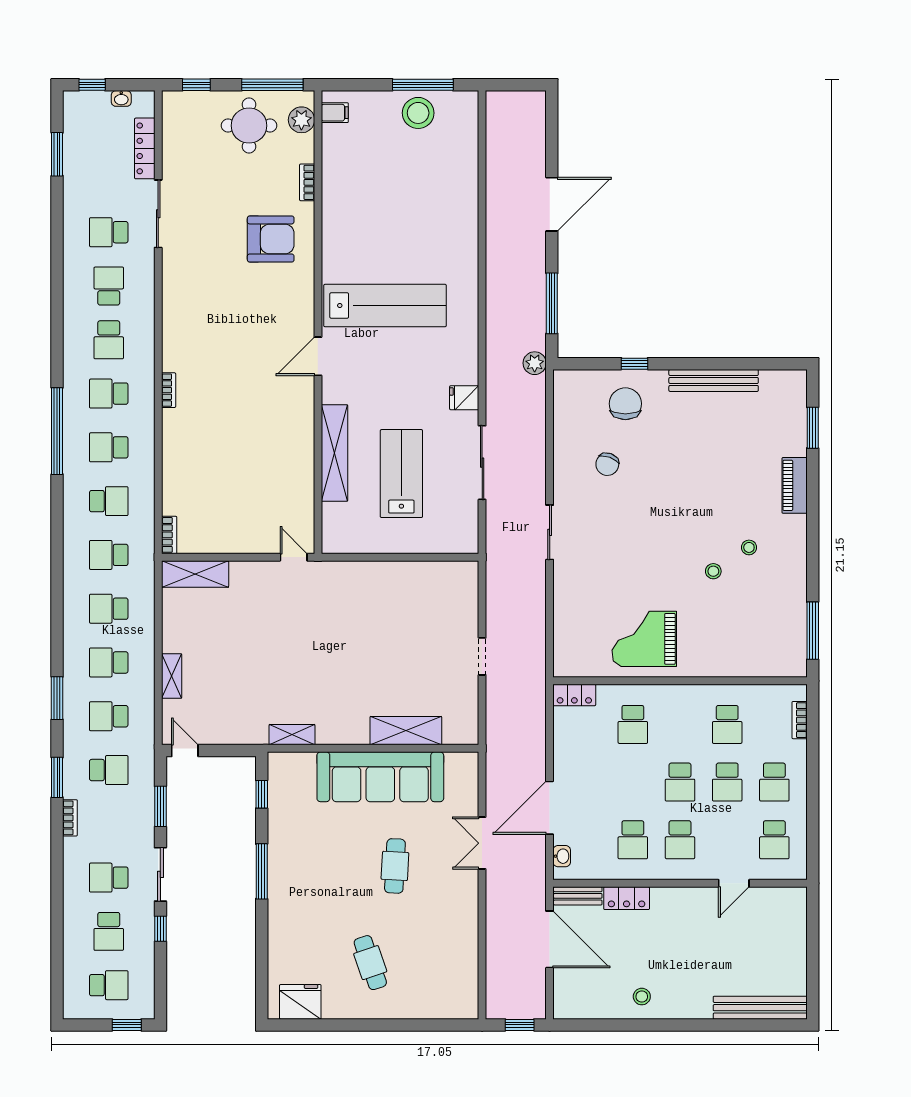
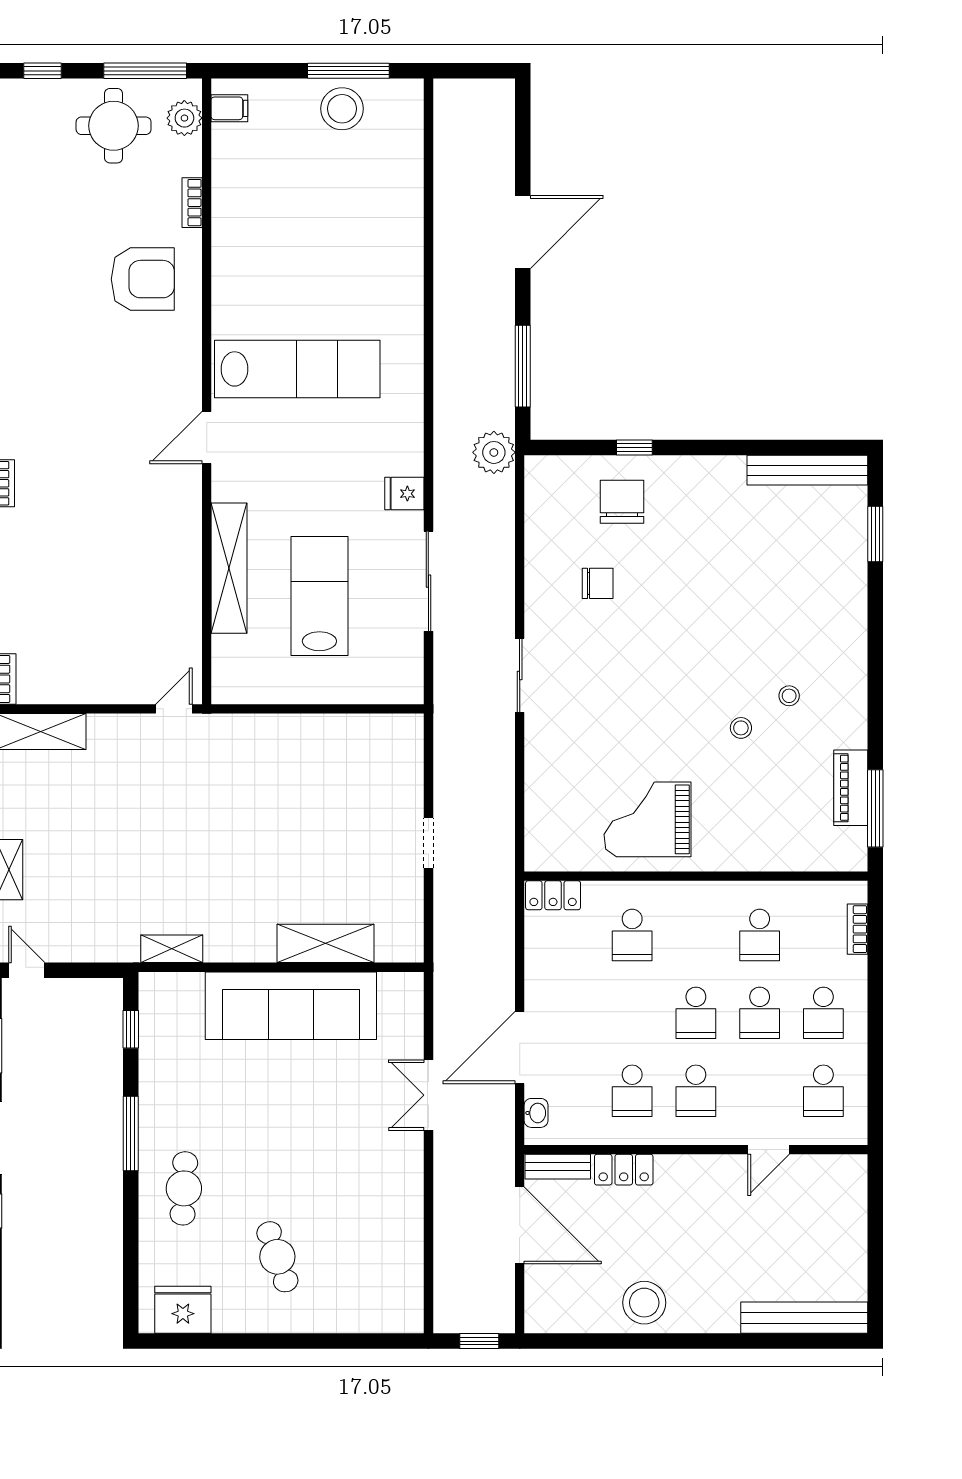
plant: (535, 363) -> (494, 452), width x1.36, depth x1.36
bench: (714, 380) -> (807, 470), moved
chair: (607, 464) -> (598, 583), turned -110
piano: (795, 485) -> (851, 788), moved
door: (294, 557) -> (174, 709), hinge flipped
cafe table: (395, 866) -> (184, 1188), moved
stool: (642, 997) -> (644, 1303), width x1.89, depth x1.89

